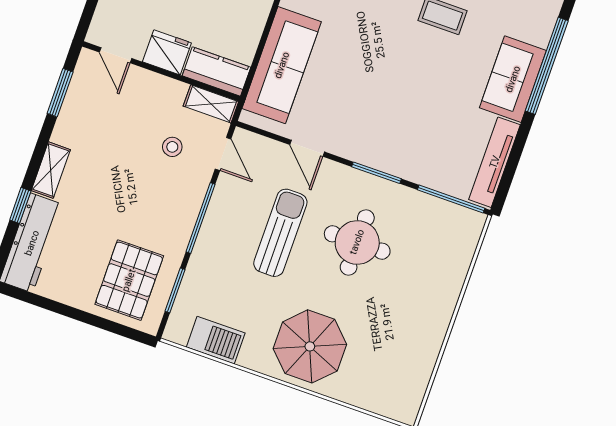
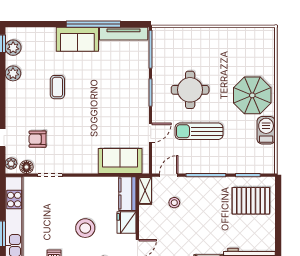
sofa: (282, 65) -> (120, 161), width x0.73
window: (547, 66) -> (93, 24), moved
barbecue: (216, 340) -> (266, 130), moved

